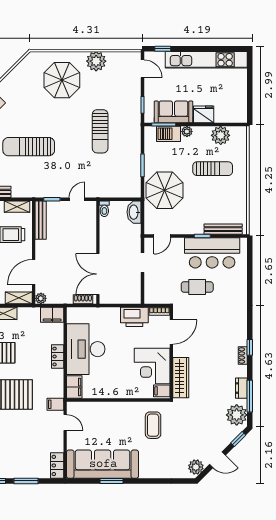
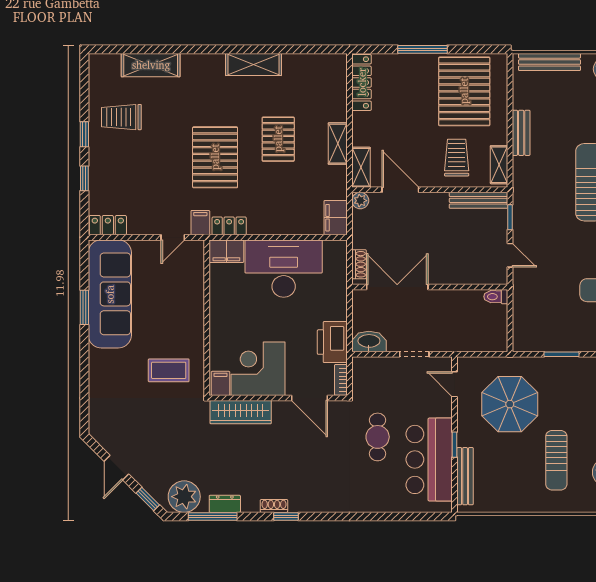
parasol: (165, 190) -> (510, 404), moved
washbasin: (134, 212) -> (369, 342), moved
locker: (58, 357) -> (229, 226), moved
plant: (196, 467) -> (105, 435), removed
window: (26, 481) -> (84, 178), width x0.67

